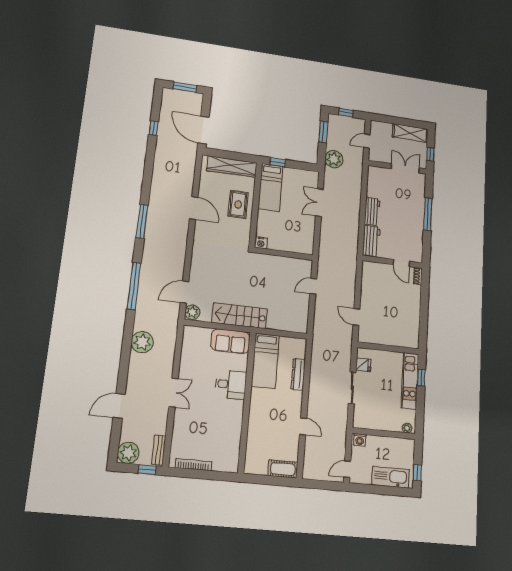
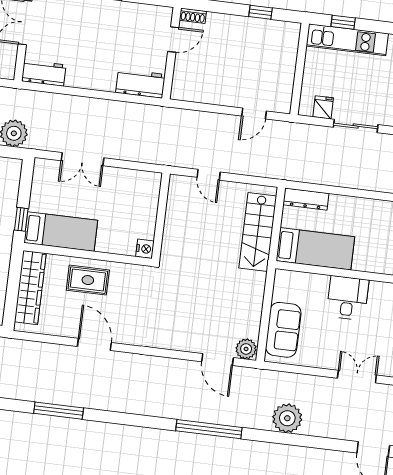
door: (194, 208) -> (94, 344), hinge flipped
workbench: (372, 211) -> (44, 73), moved
window: (142, 221) -> (59, 411), moved
stairs: (240, 316) -> (258, 232), moved
window: (424, 321) -> (260, 12), added
sofa: (230, 341) -> (283, 330), moved
dresser: (298, 374) -> (306, 199), moved

